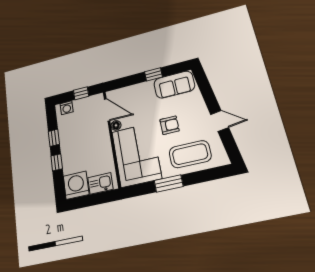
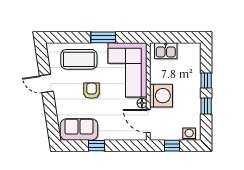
armchair: (170, 125) -> (92, 91), turned 90
washing machine: (76, 185) -> (161, 96), moved, turned -90

